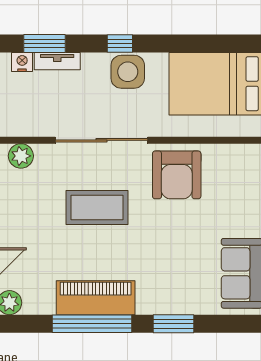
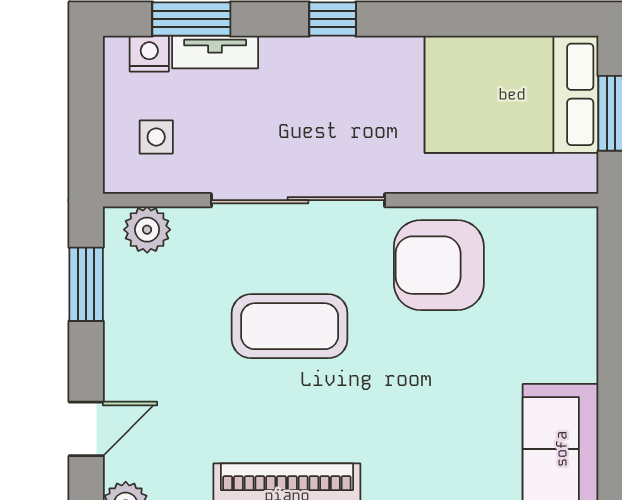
side table: (128, 72) -> (156, 137), moved, width x0.54, depth x0.54
armchair: (177, 175) -> (439, 265), turned 90

